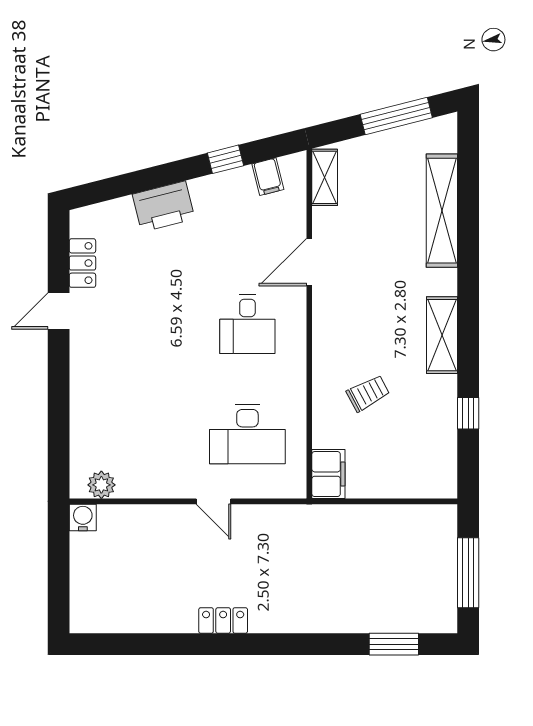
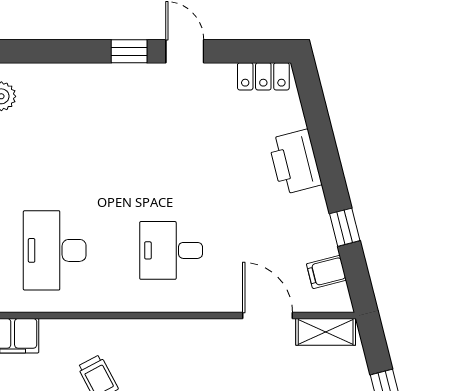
door: (309, 262) -> (268, 316), moved
locker: (82, 263) -> (263, 76), moved
window: (59, 364) -> (129, 51), added

